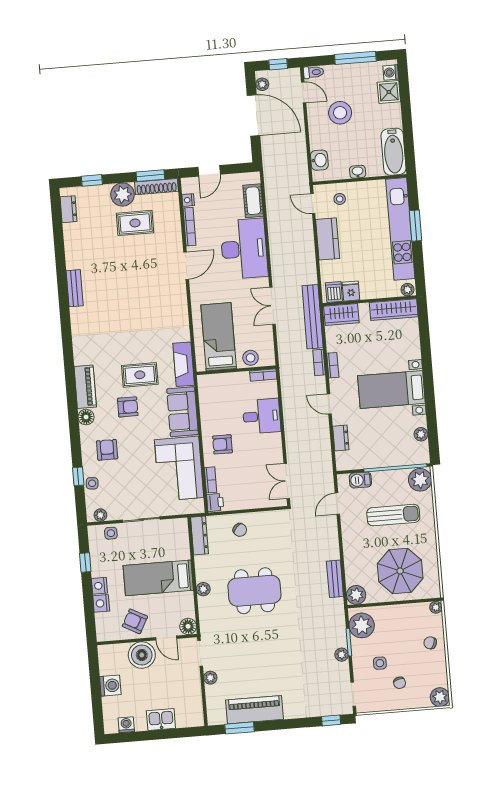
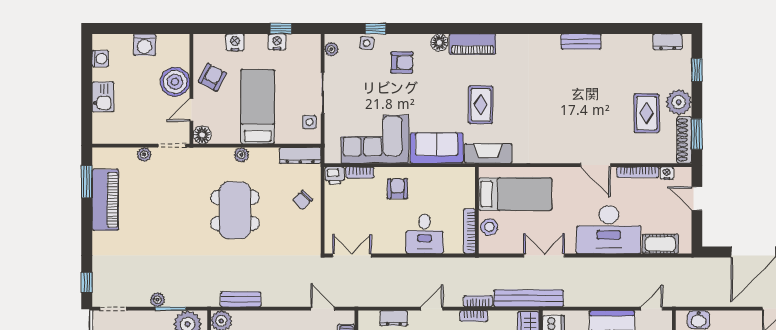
bookcase: (263, 375) -> (469, 231), width x1.56
armchair: (128, 407) -> (447, 89), removed
side table: (111, 533) -> (310, 122), moved
nightstand: (99, 586) -> (277, 42), moved

